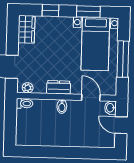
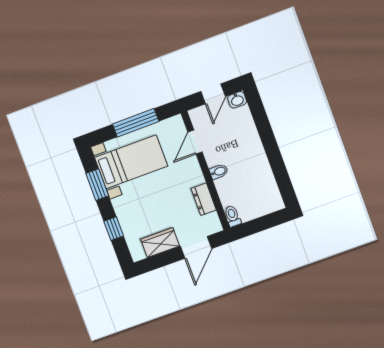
wardrobe: (26, 29) -> (160, 243), moved
dresser: (59, 87) -> (204, 199), moved
plant: (28, 88) -> (213, 220), removed
washbasin: (110, 108) -> (237, 100), moved

